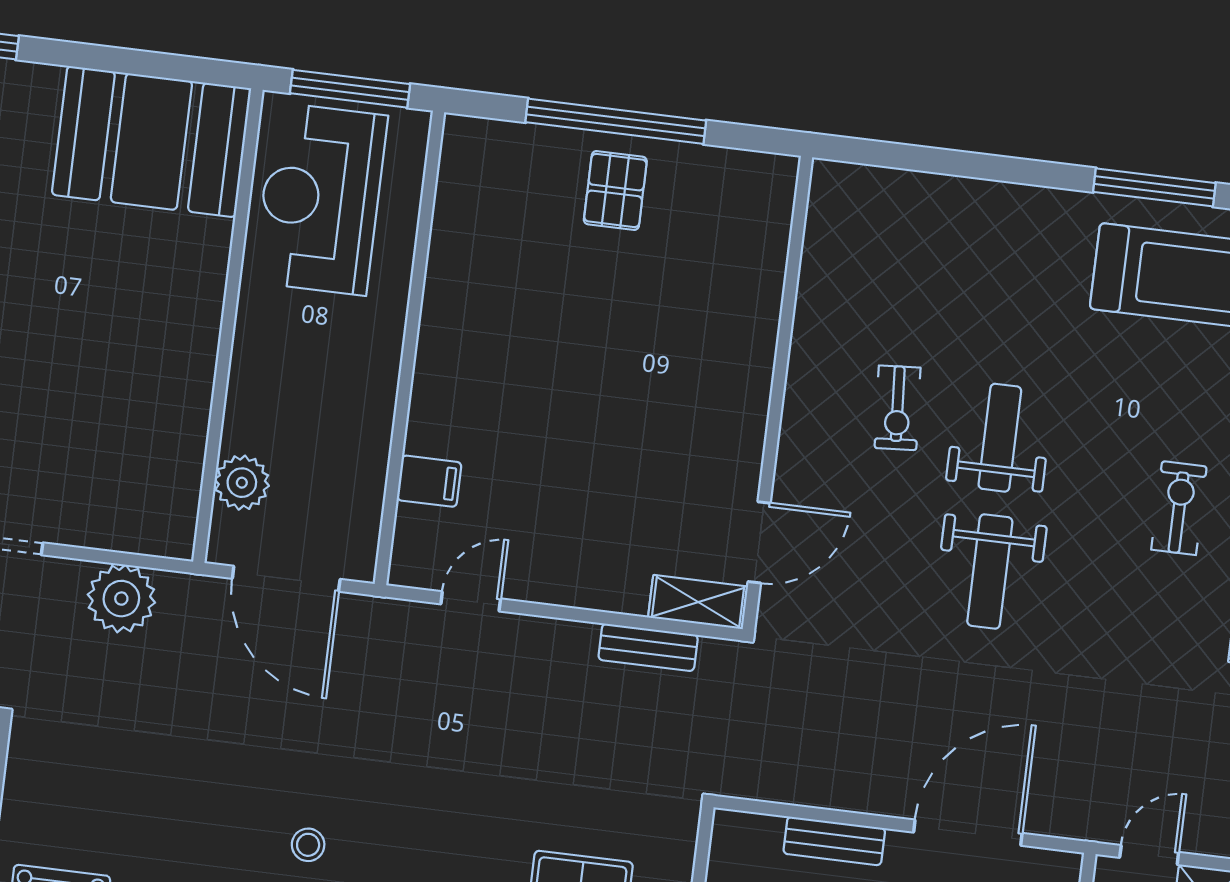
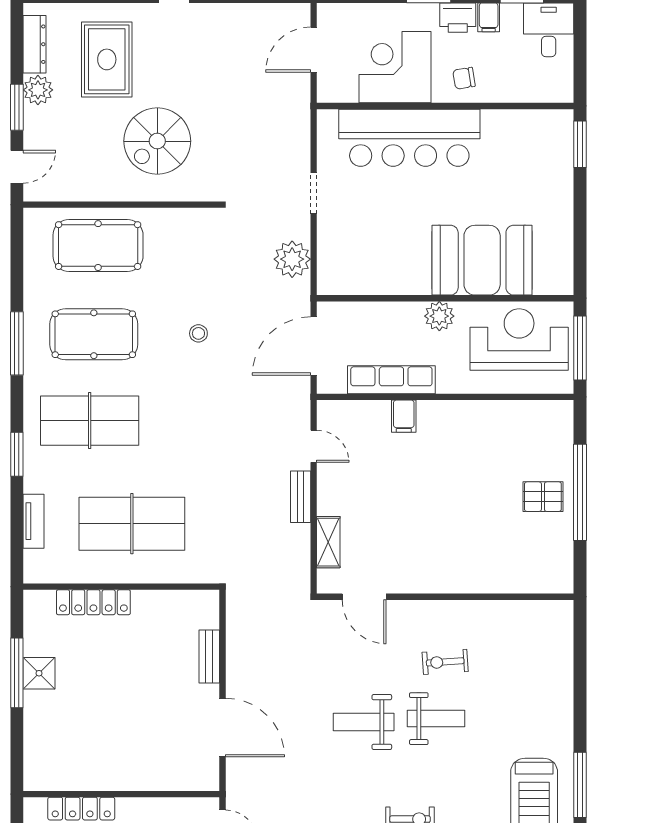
booth: (151, 142) -> (482, 260), moved, turned 90
row of seats: (366, 443) -> (391, 380), added
filing cabinet: (429, 481) -> (404, 416), moved
plant: (242, 483) -> (439, 316), moved
shelving: (698, 602) -> (328, 542), moved
bench: (648, 647) -> (301, 497), moved
stool: (308, 845) -> (198, 333), moved

